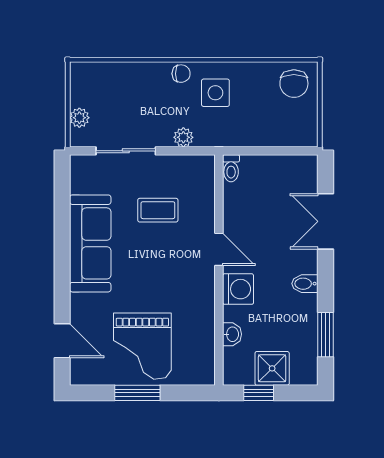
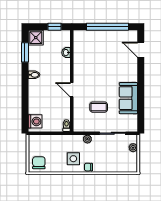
double door: (326, 221) -> (25, 102), removed
sofa: (90, 243) -> (128, 98), width x0.73
washing machine: (238, 289) -> (35, 121), moved, turned 180
grand piano: (142, 346) -> (105, 47), removed
shower: (272, 368) -> (36, 38), moved
window: (137, 393) -> (108, 27), width x2.11

